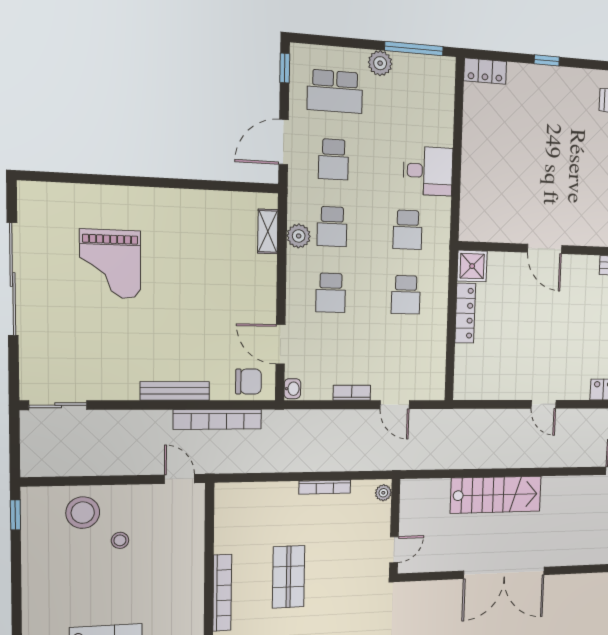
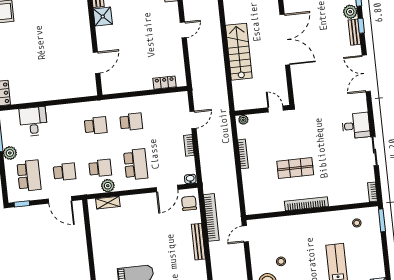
desk: (428, 171) -> (33, 121), moved
door: (545, 249) -> (96, 63), moved
shower: (472, 266) -> (103, 17), moved
school desk: (331, 293) -> (136, 164), width x1.85
locker: (465, 313) -> (164, 83), moved, width x0.66

